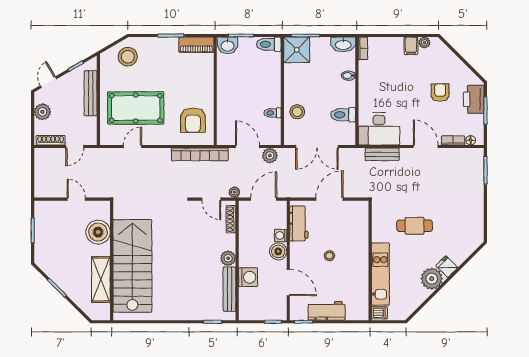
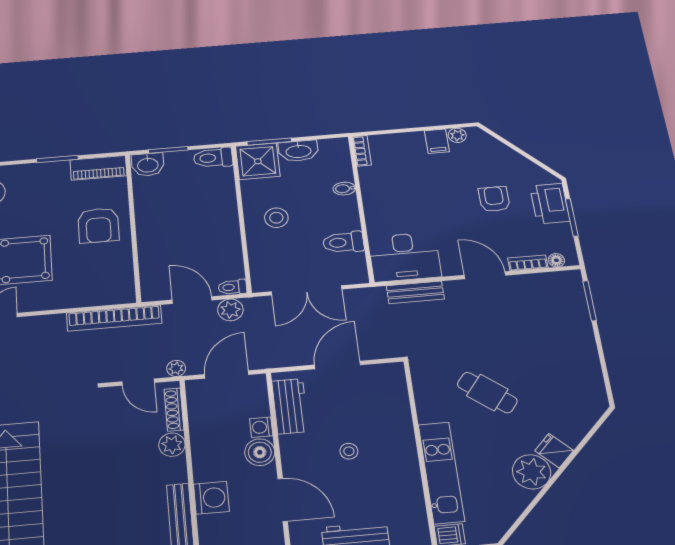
washbasin: (343, 44) -> (298, 151), moved
stool: (297, 112) -> (276, 218), moved
toilet: (273, 113) -> (232, 287), moved
armchair: (193, 120) -> (98, 225), moved
cafe table: (415, 226) -> (487, 393), turned 38
plant: (228, 258) -> (172, 445), moved

